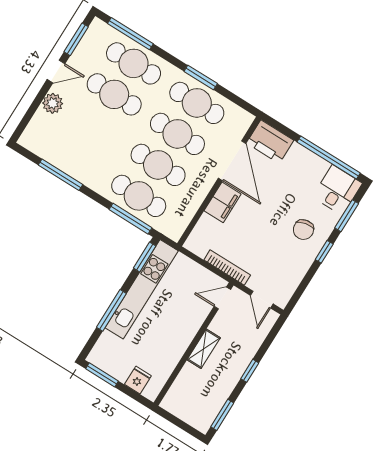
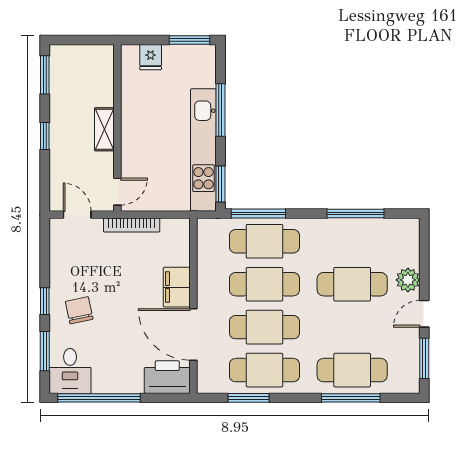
window: (130, 34) -> (351, 398), moved
window: (201, 78) -> (248, 398), moved
cafe table: (114, 94) -> (352, 284), moved

